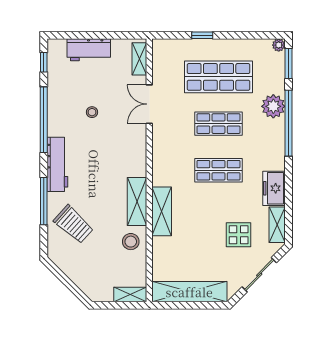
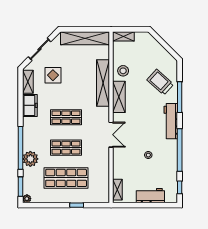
double door: (149, 104) -> (111, 135), moved
shelving: (162, 211) -> (103, 83), width x1.47

